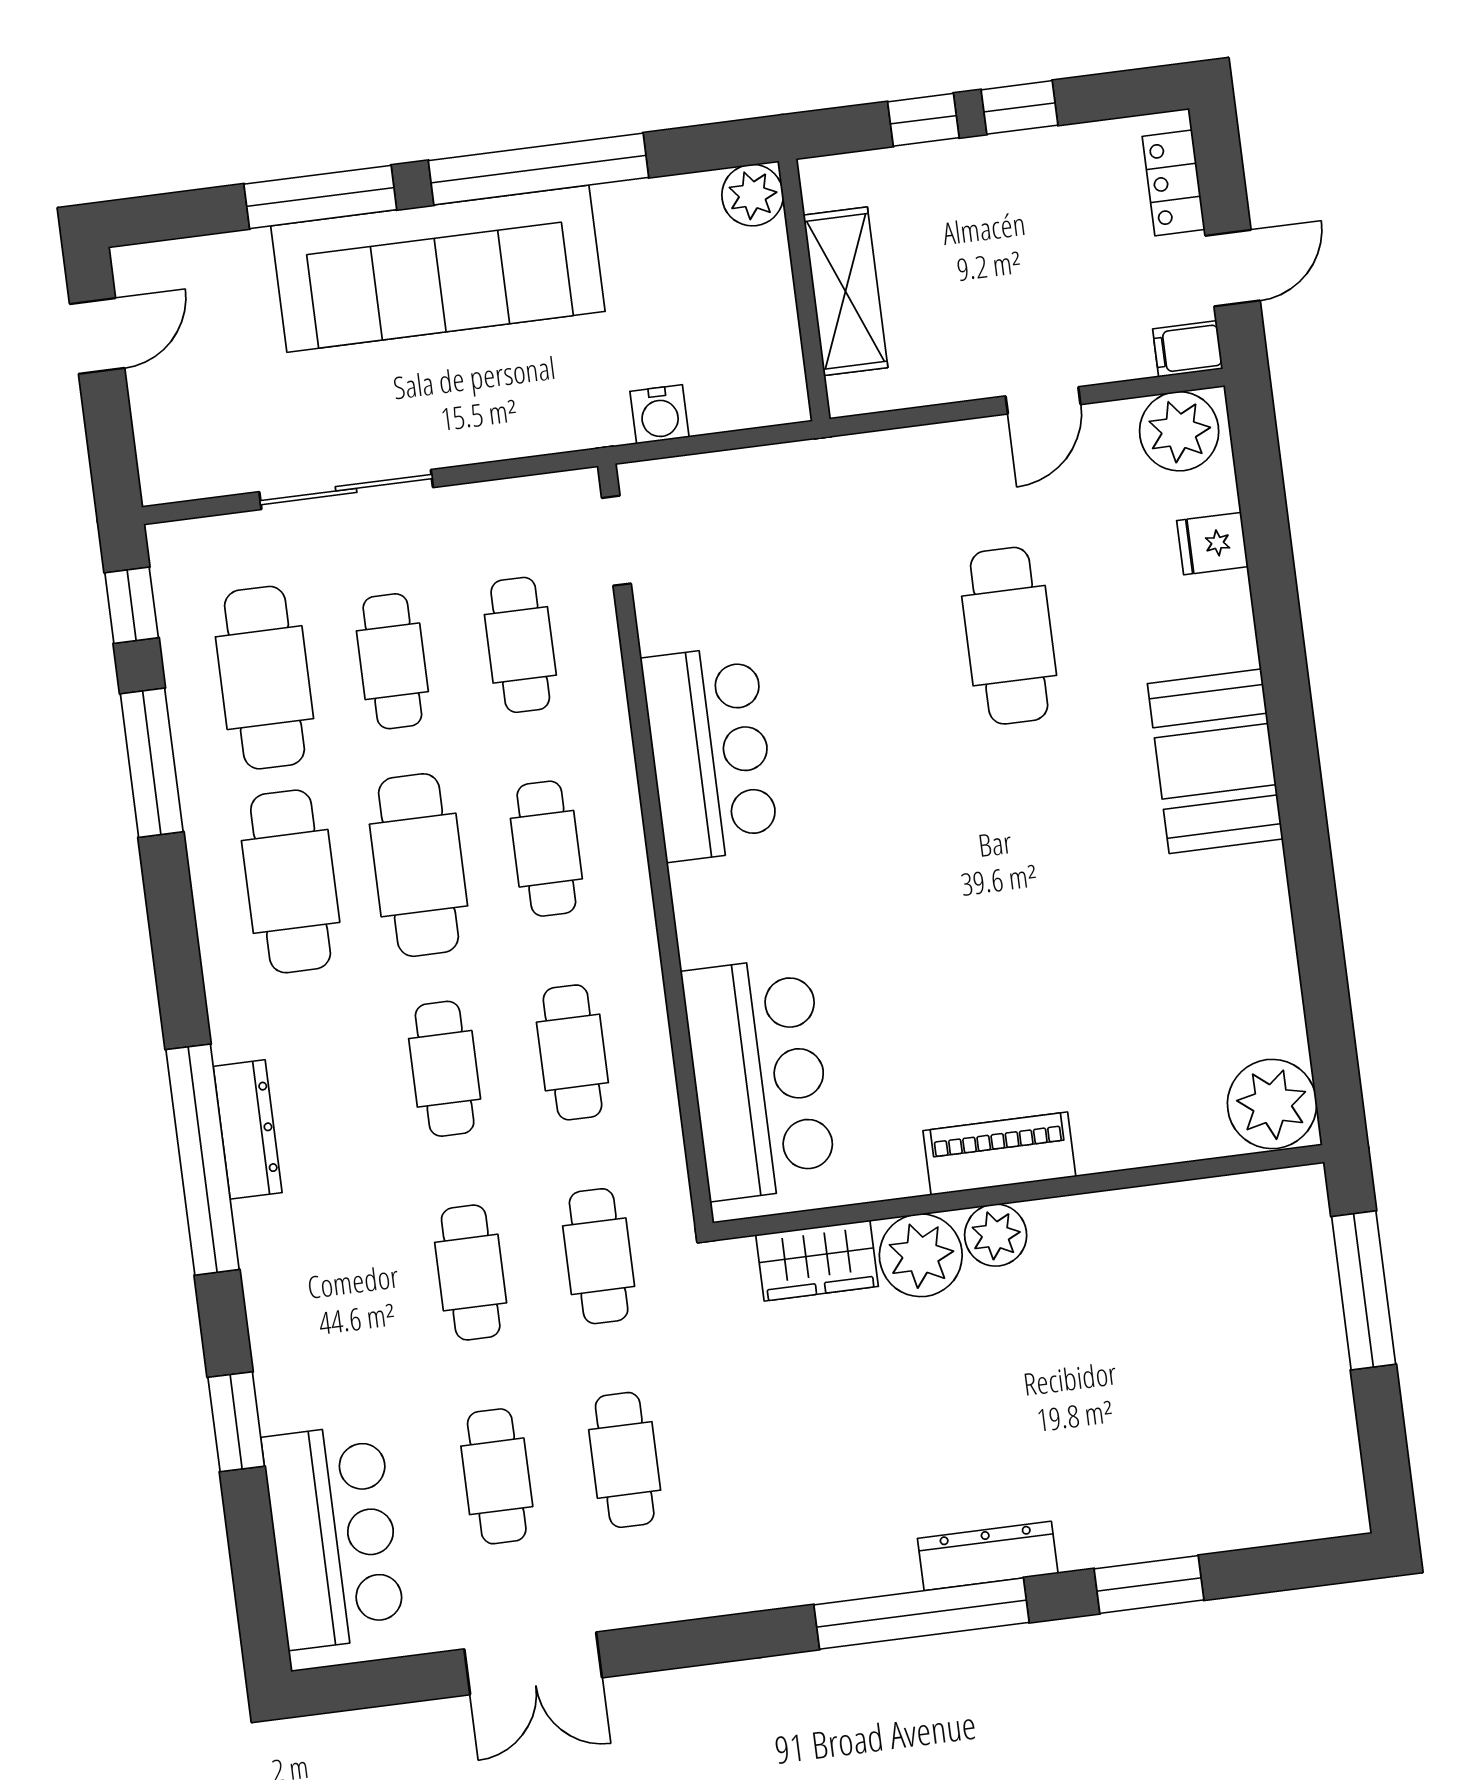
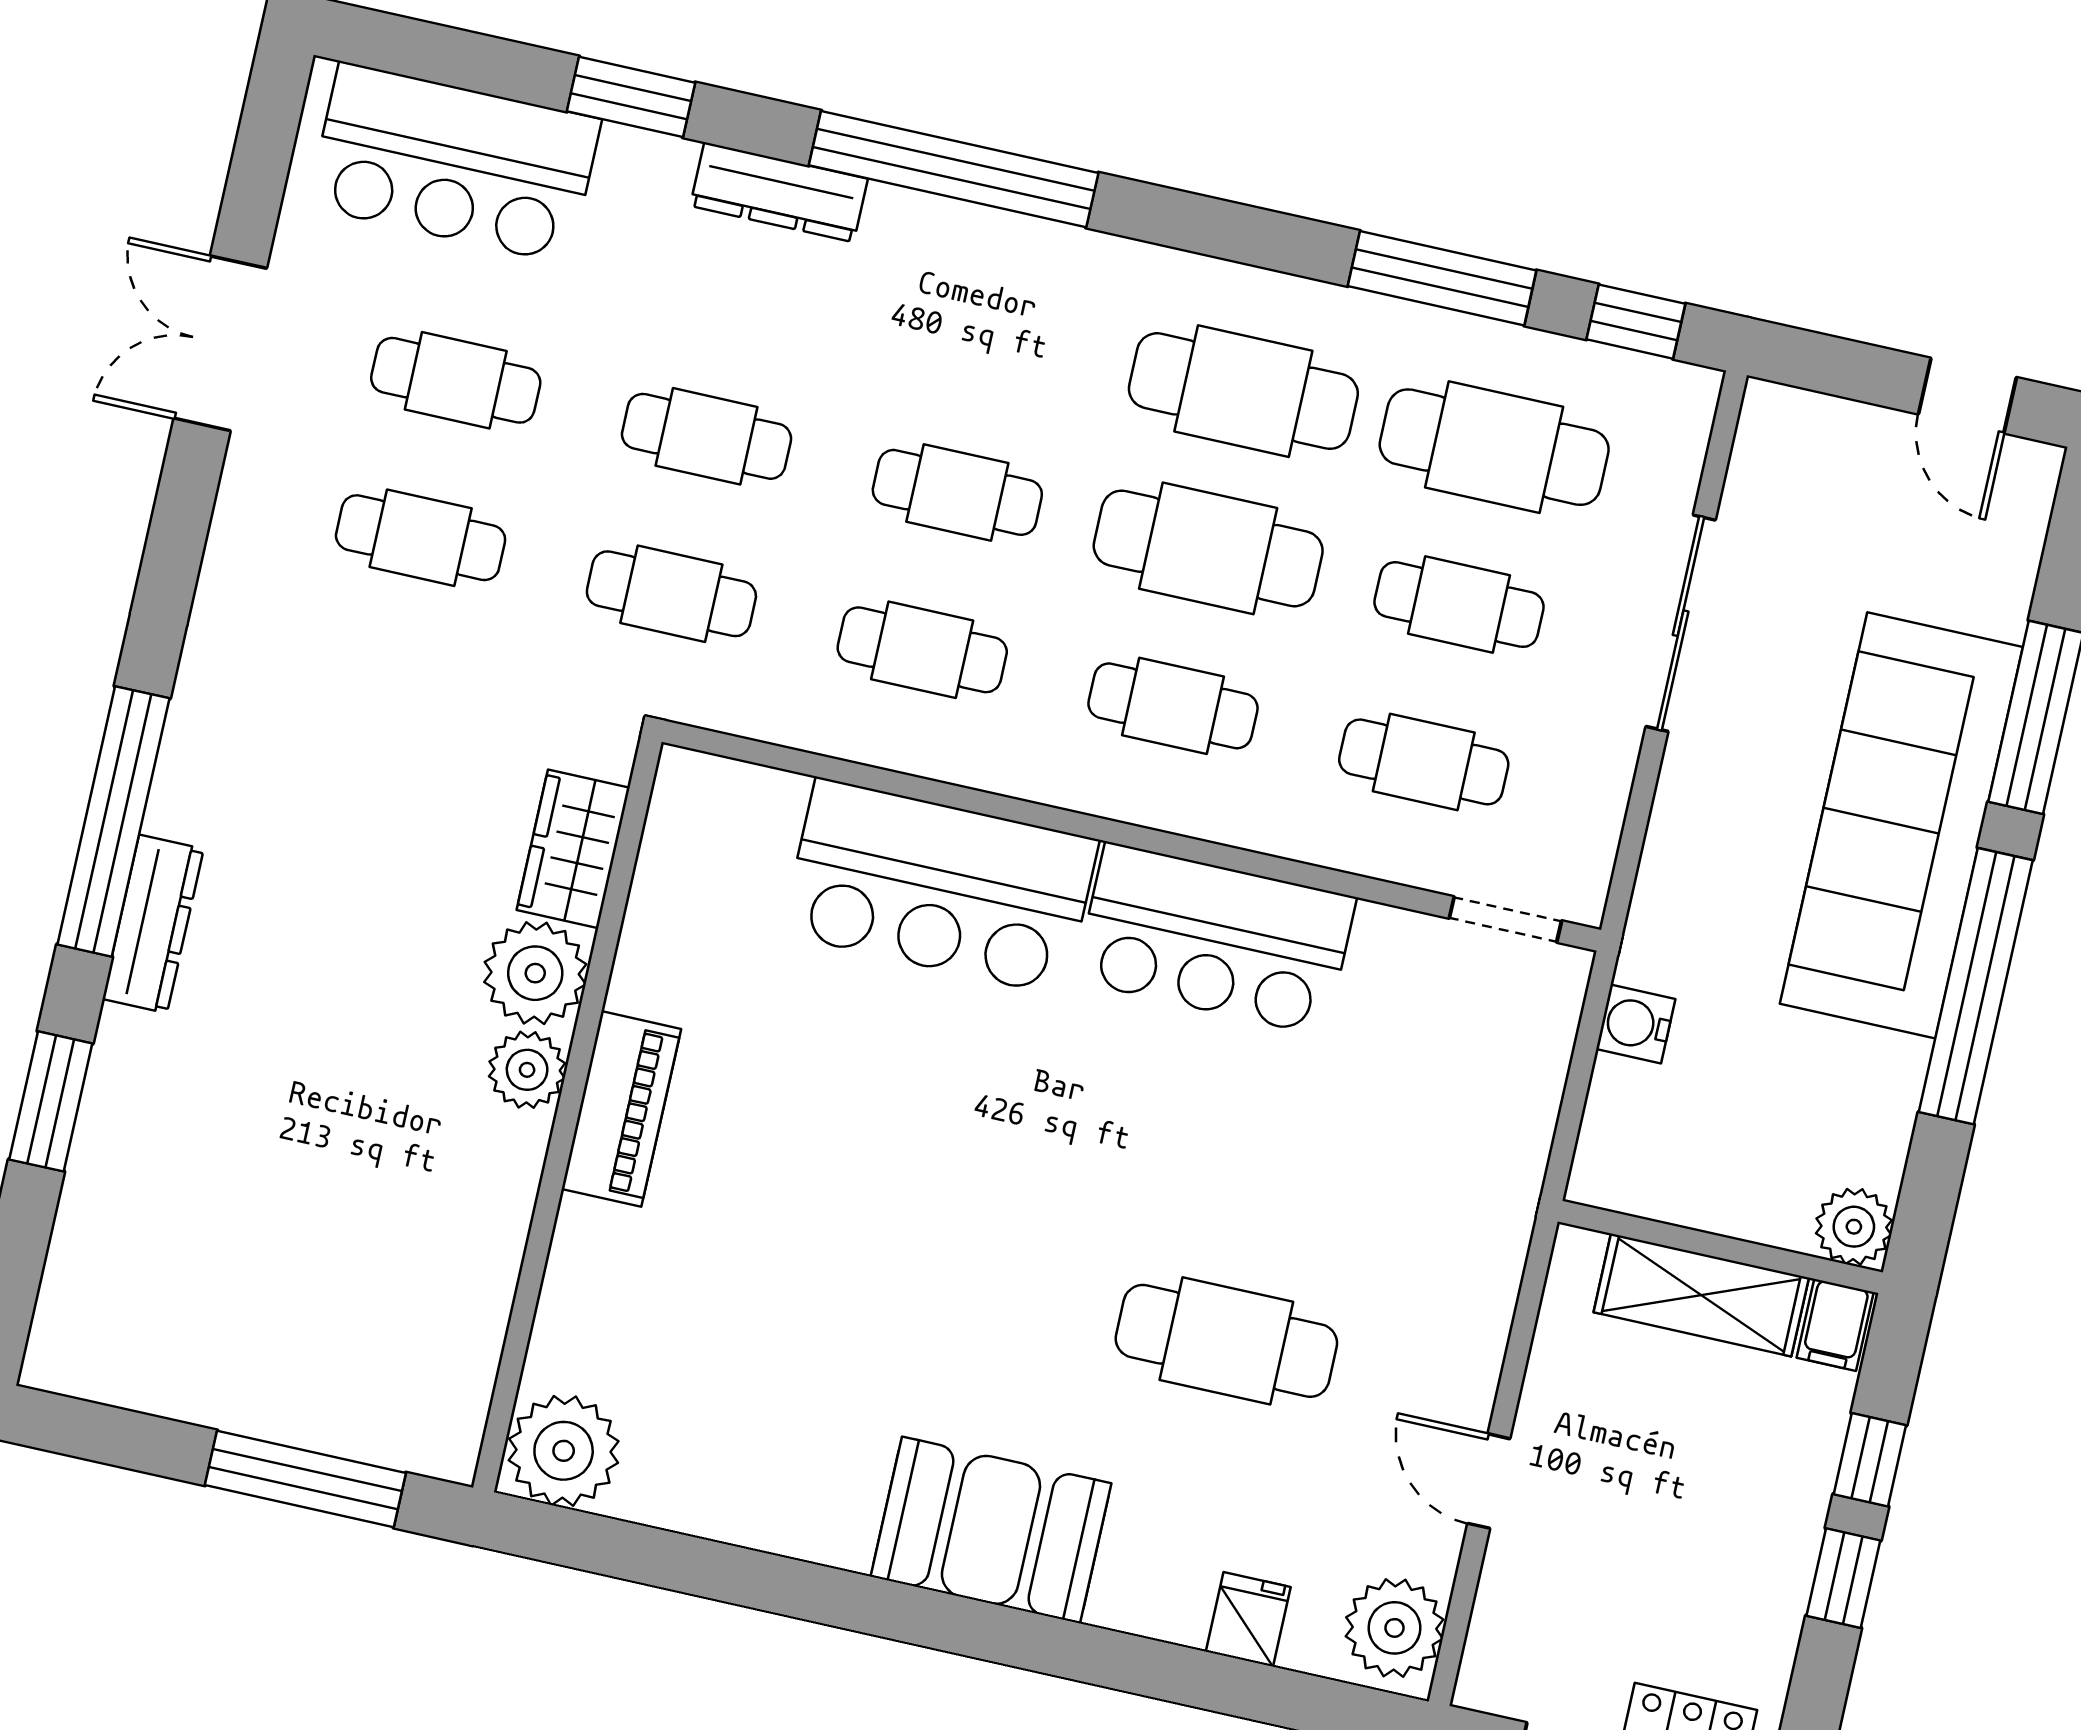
filing cabinet: (1188, 349) -> (1835, 1325), moved, turned 180
bar counter: (759, 1078) -> (940, 887), moved
dresser: (248, 1129) -> (779, 192), moved

